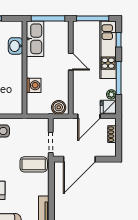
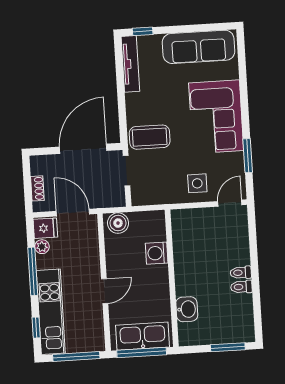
kitchen sink: (35, 39) -> (142, 336), moved, turned 90
door: (71, 62) -> (105, 291), swing flipped
door: (89, 116) -> (73, 213), hinge flipped

